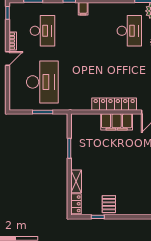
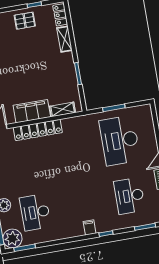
shelving: (89, 119) -> (63, 109), added
pallet: (109, 204) -> (25, 21), turned 90

